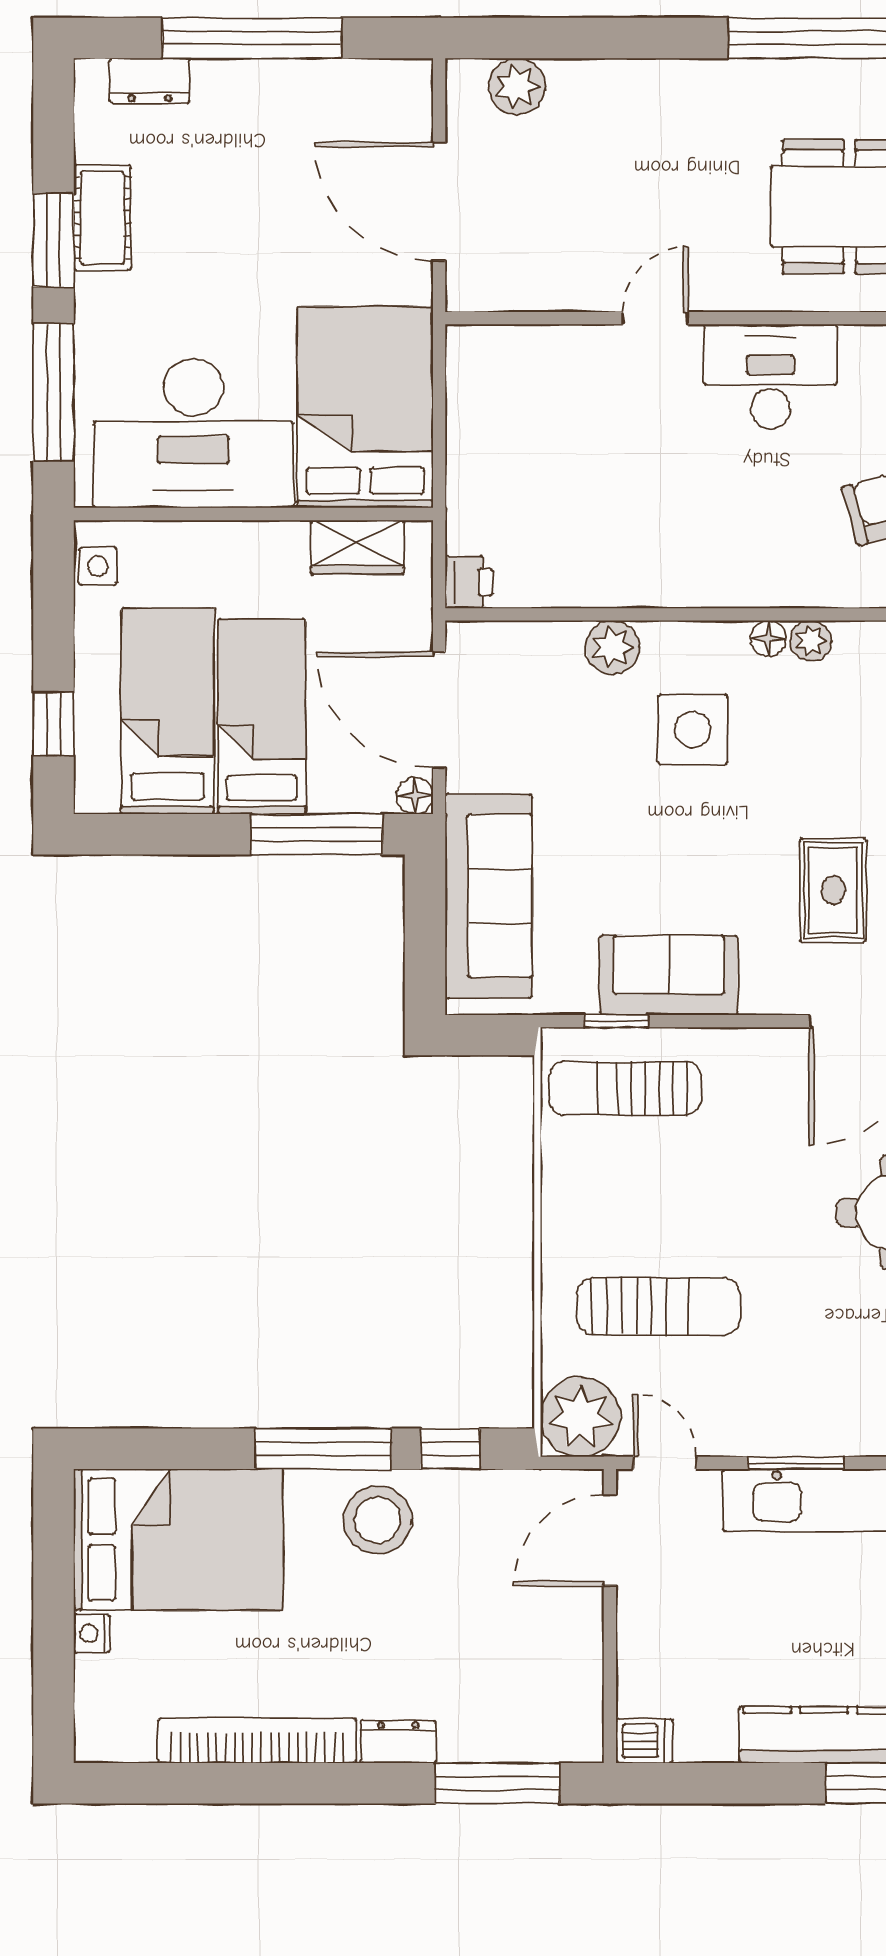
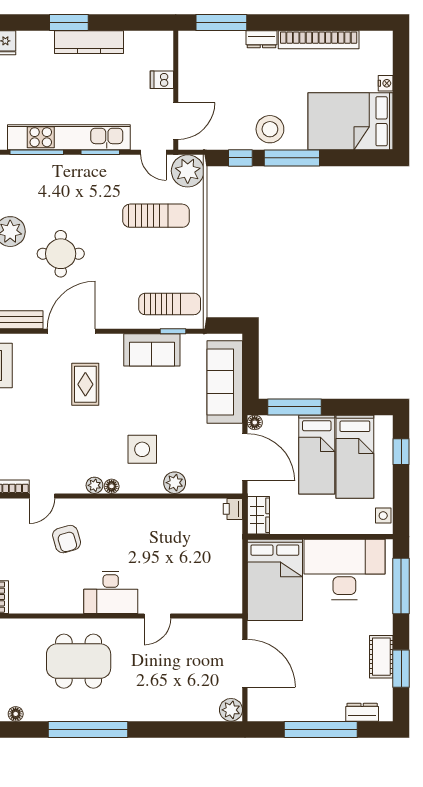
plant: (517, 86) -> (231, 710), moved
window: (54, 241) -> (401, 669), moved
wardrobe: (357, 547) -> (258, 515), moved, turned 90
sun lounger: (659, 1306) -> (156, 216), turned 180
dishwasher: (644, 1741) -> (162, 80), moved

